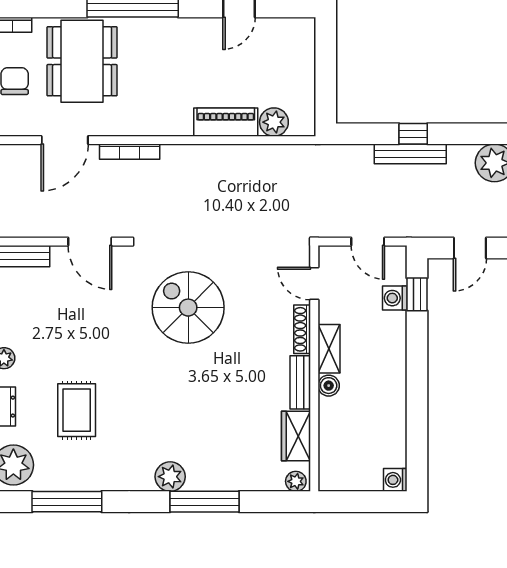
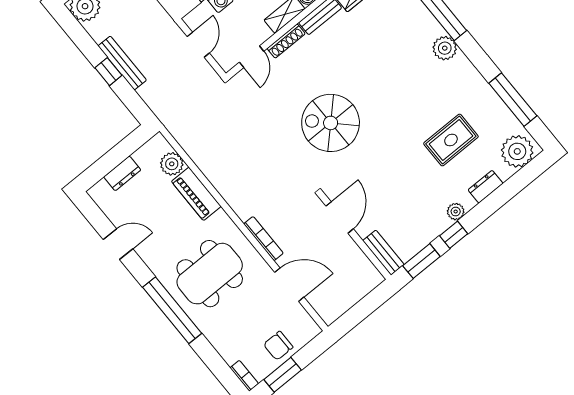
dining table: (82, 61) -> (210, 274), moved
dresser: (304, 67) -> (122, 173), added
spiral stairs: (188, 308) -> (331, 123), turned 90

